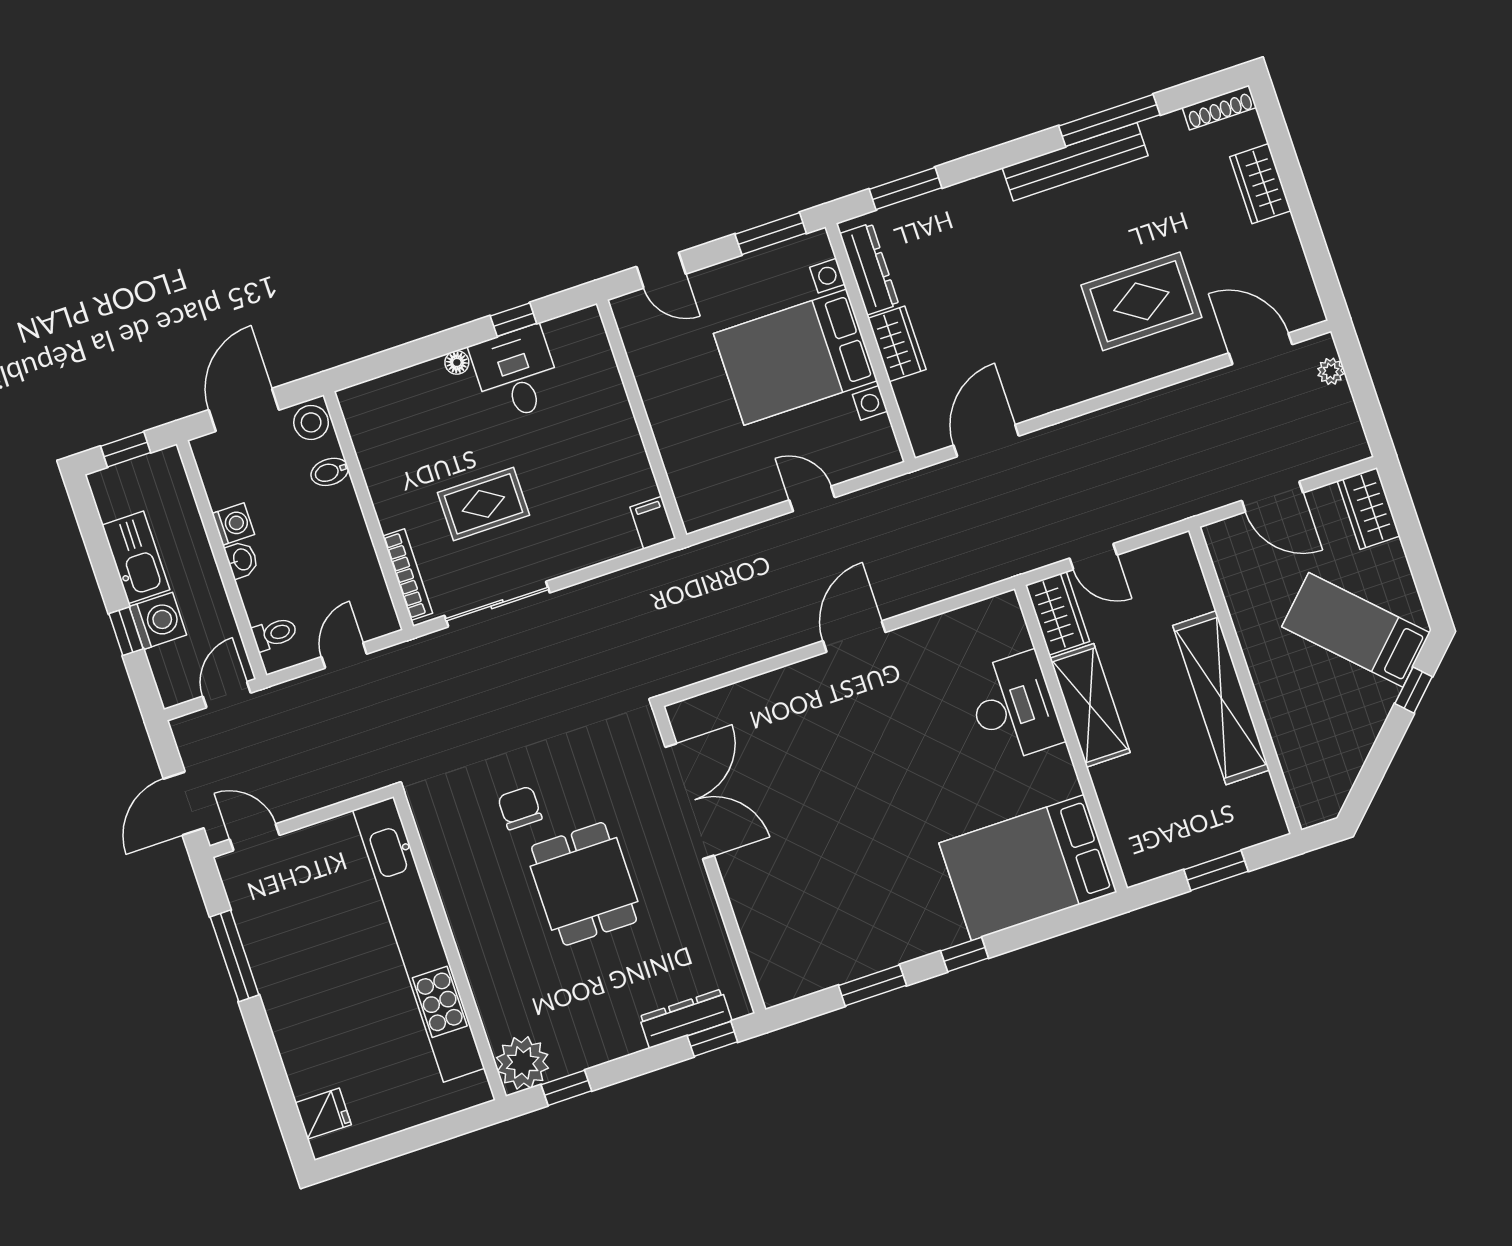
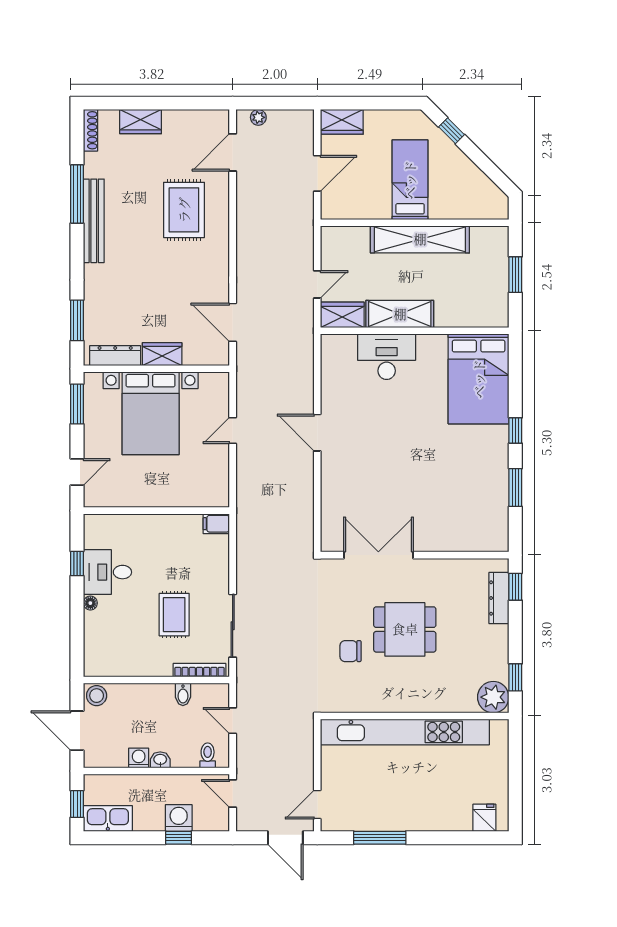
bidet: (330, 472) -> (183, 694), moved
kitchen sink: (136, 557) -> (108, 819), moved
bed: (1356, 630) -> (410, 180), moved, turned 135

